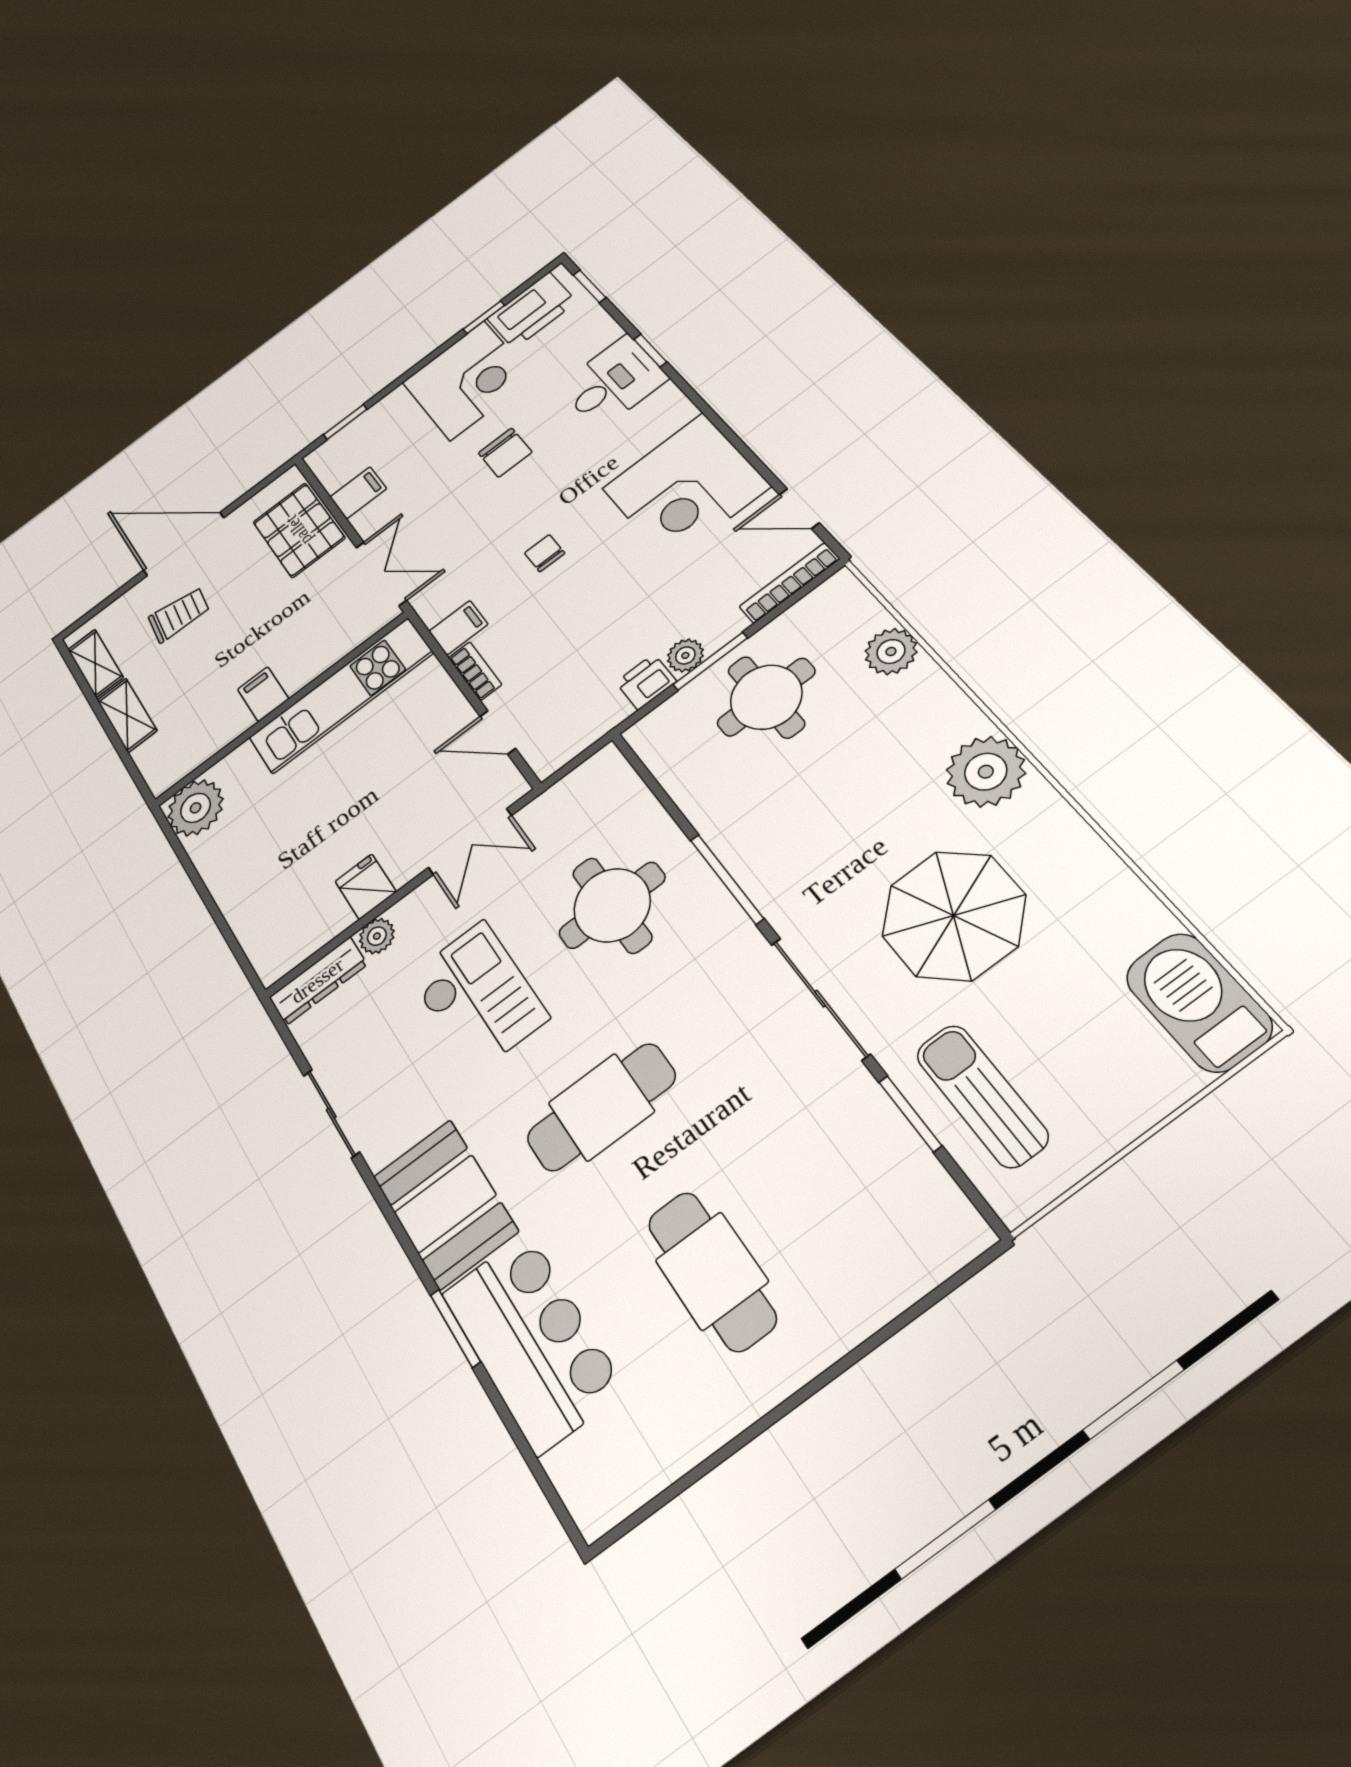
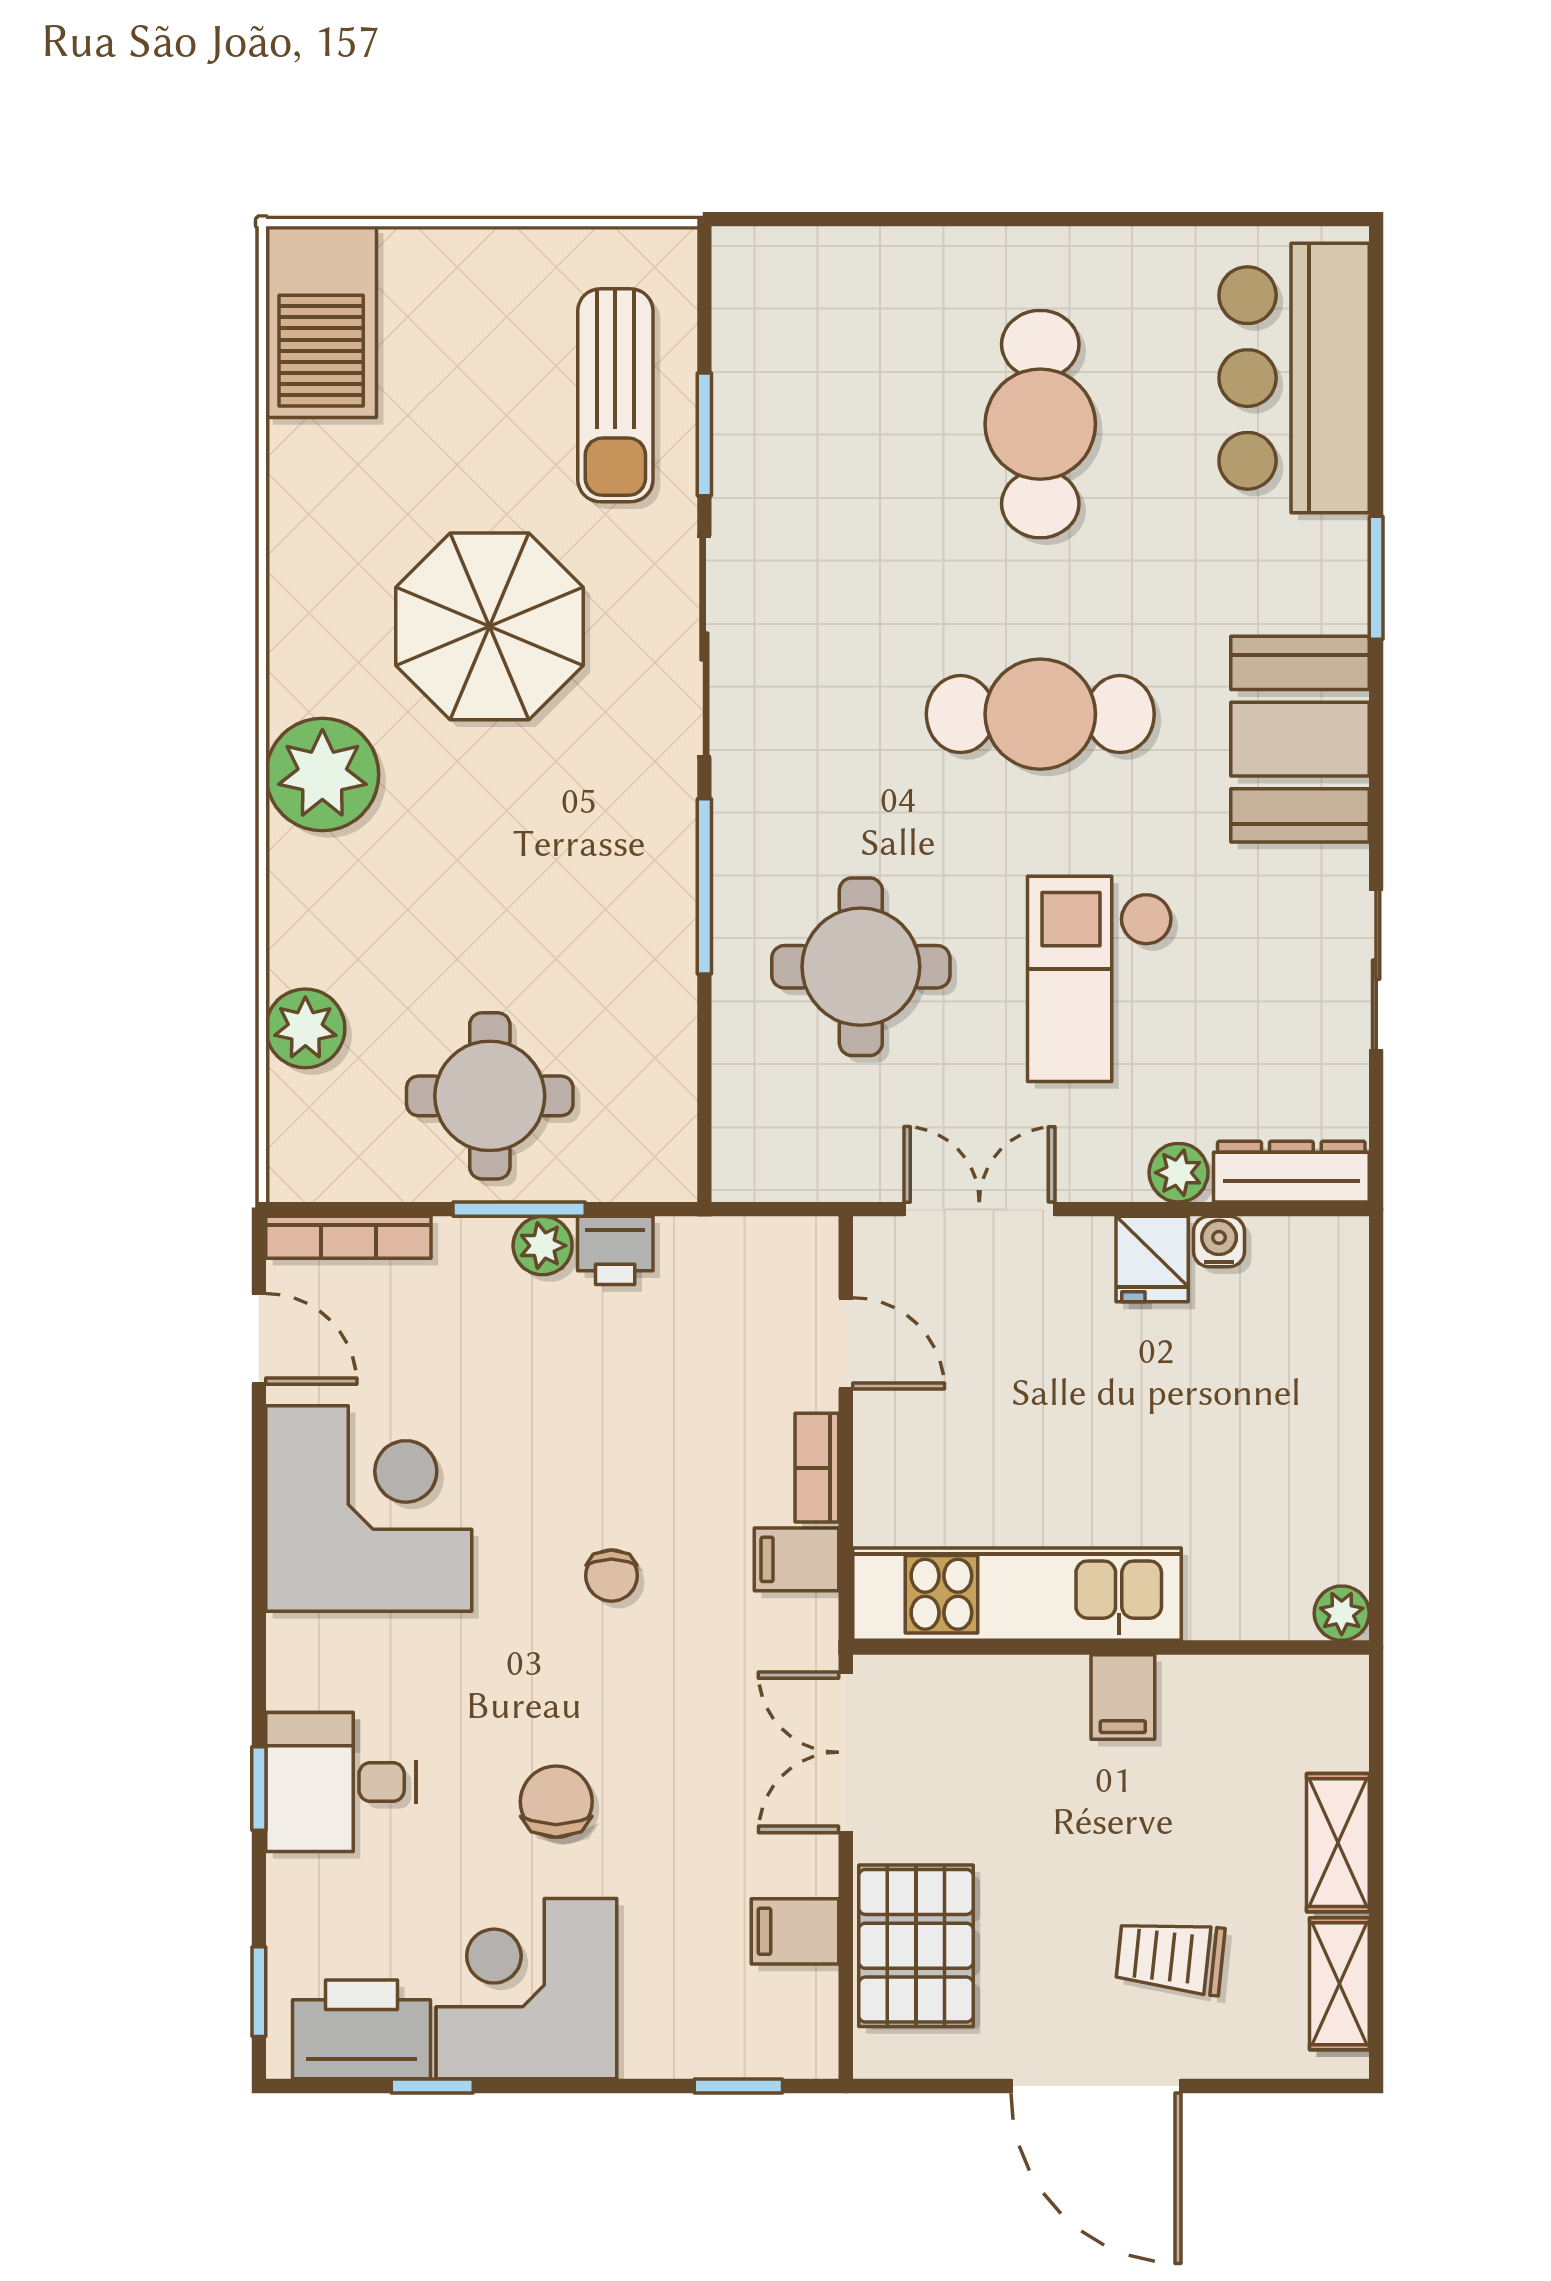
plant: (195, 808) -> (1342, 1613), width x0.53, depth x0.53
water cooler: (336, 920) -> (1219, 1241), added
bar counter: (532, 1341) -> (1294, 378), moved

